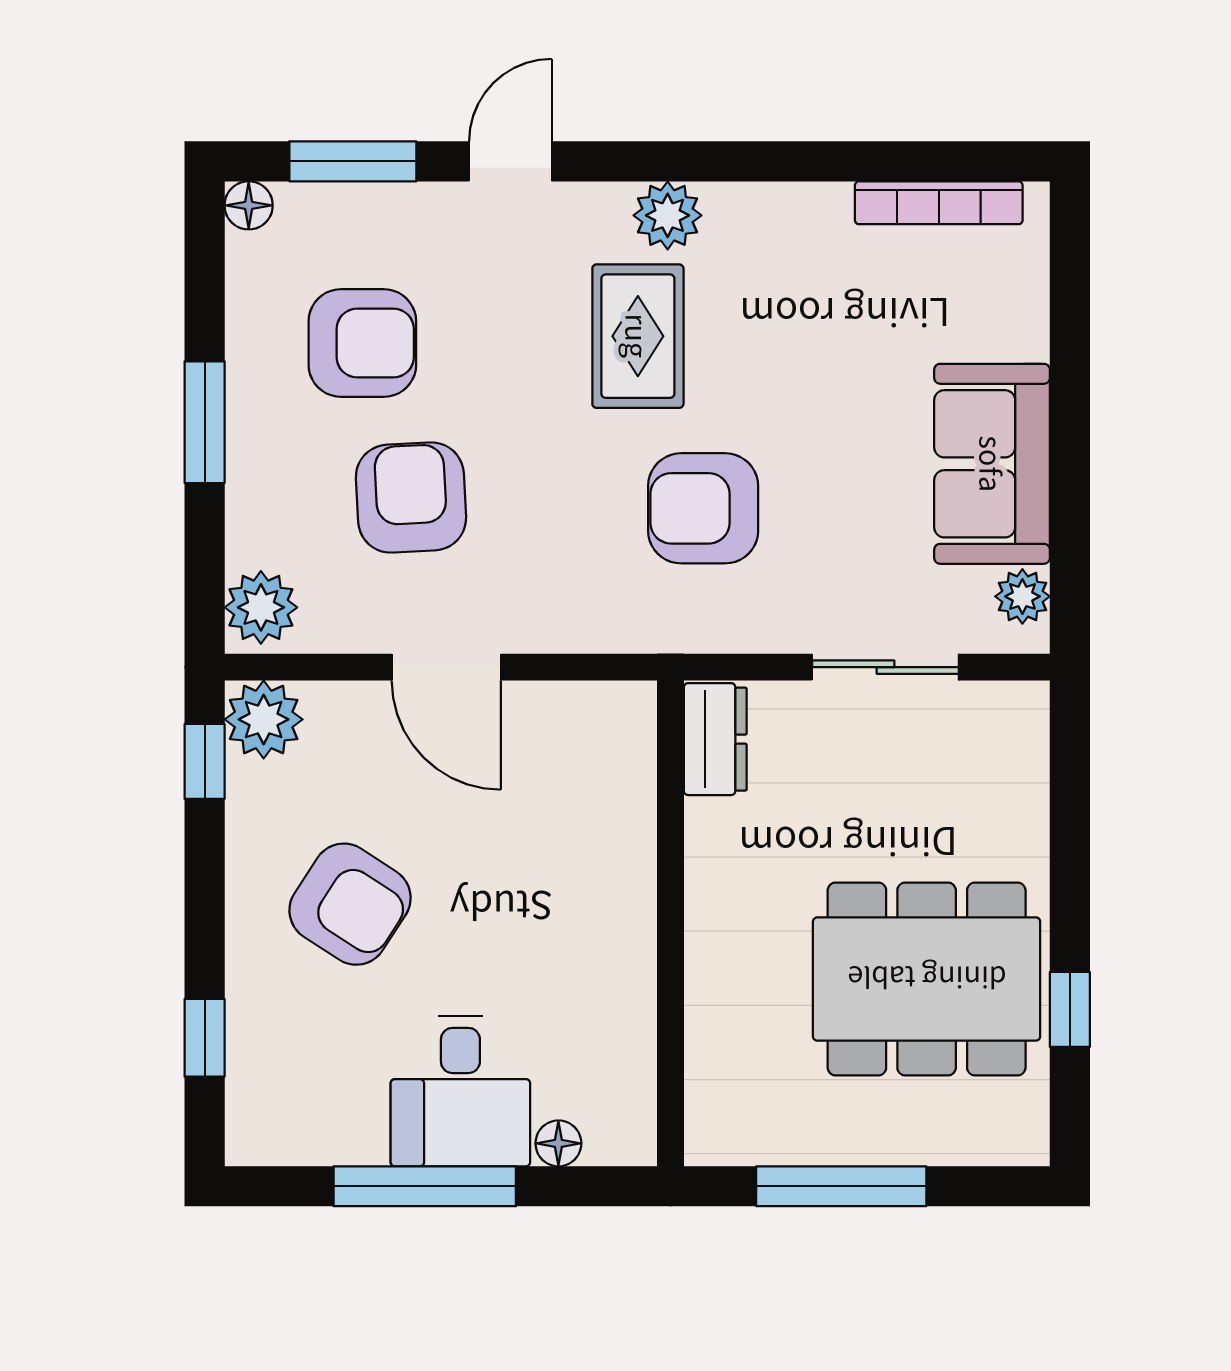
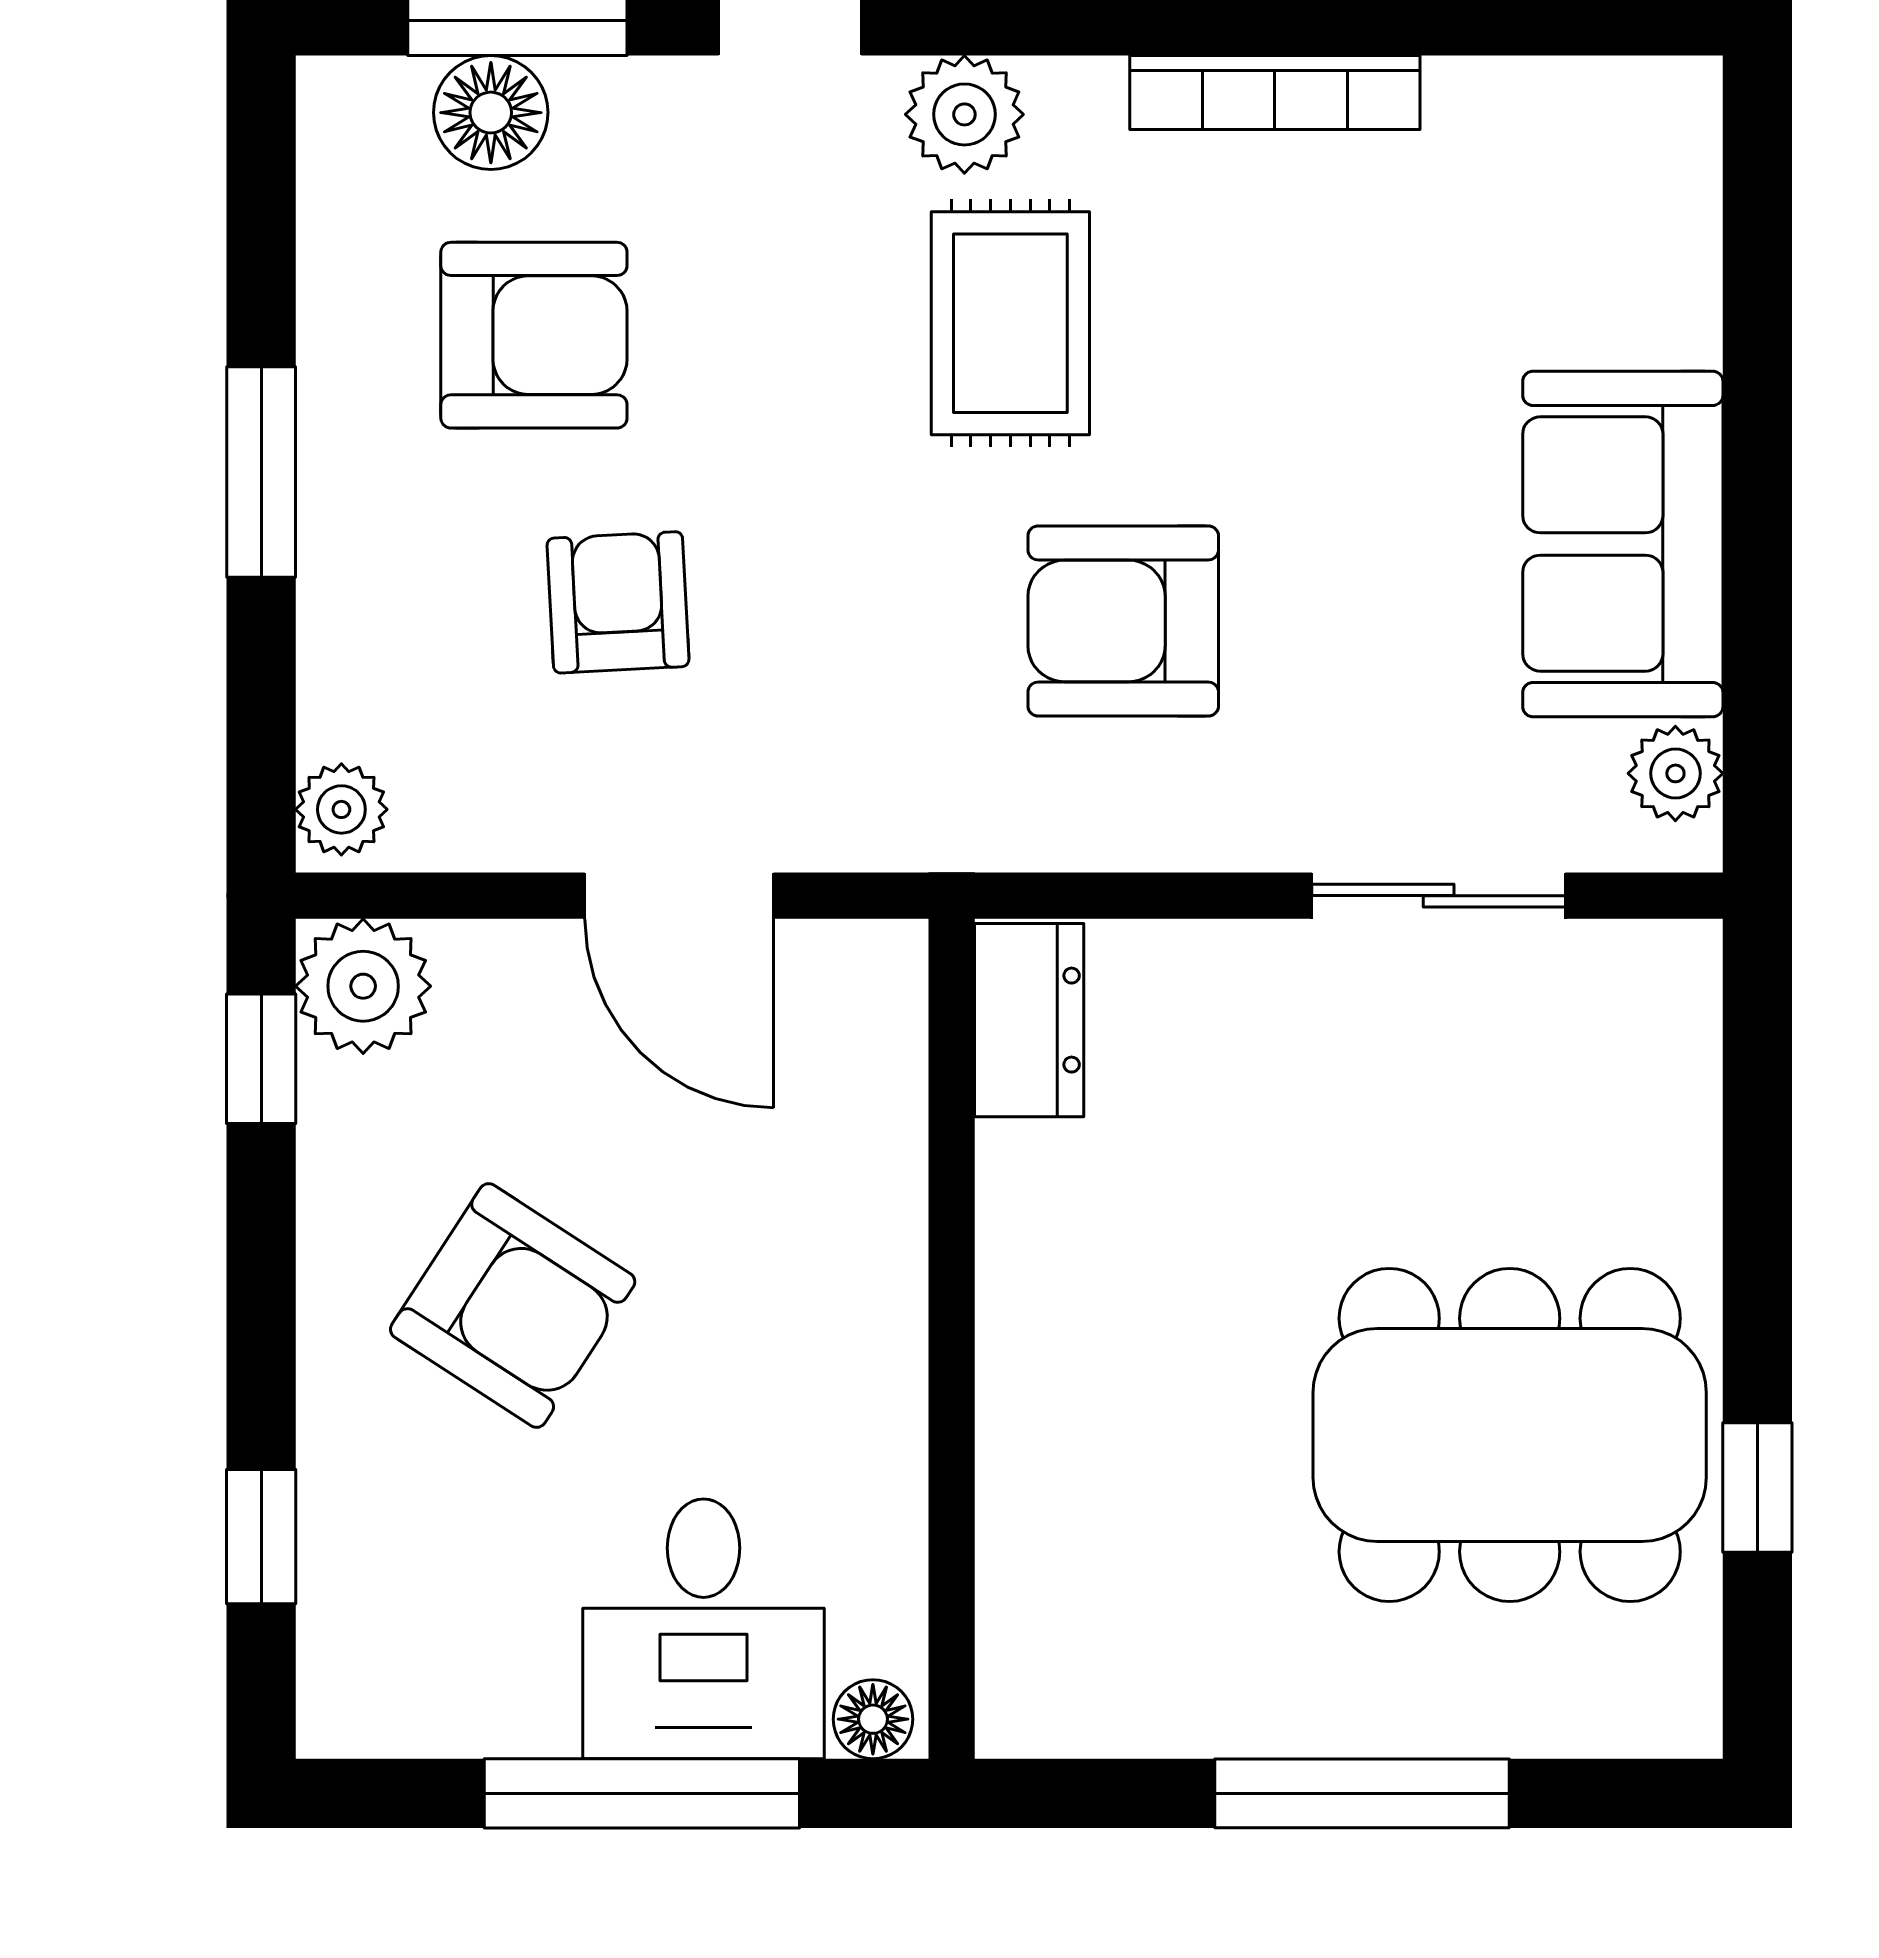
bookcase: (939, 203) -> (1275, 93), moved
floor lamp: (249, 205) -> (491, 113), moved, width x1.37, depth x1.37
plant: (668, 215) -> (964, 114), moved
armchair: (411, 498) -> (618, 602), width x0.72, depth x0.72
plant: (261, 607) -> (341, 809), width x0.73, depth x0.73
dresser: (715, 739) -> (1029, 1020), moved
wall: (670, 923) -> (952, 1339), moved

